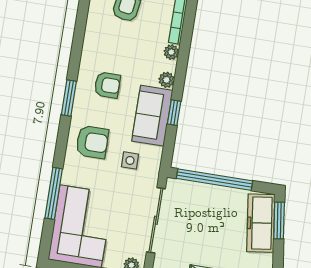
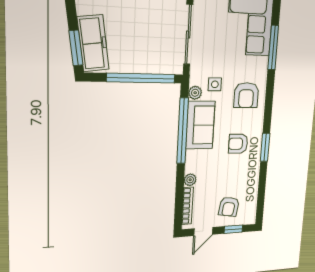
plant: (167, 80) -> (195, 93), moved
window: (69, 98) -> (265, 147), moved
window: (174, 113) -> (183, 131), width x3.17
armchair: (92, 142) -> (246, 95), turned -90

